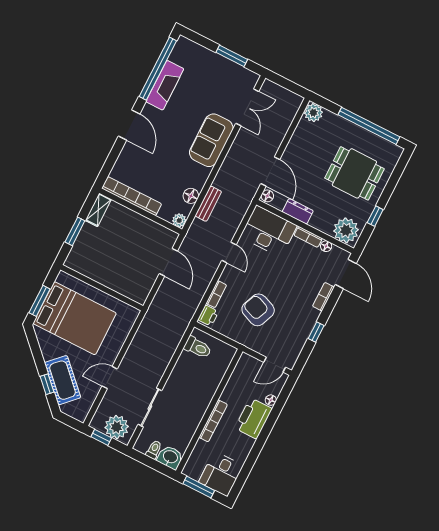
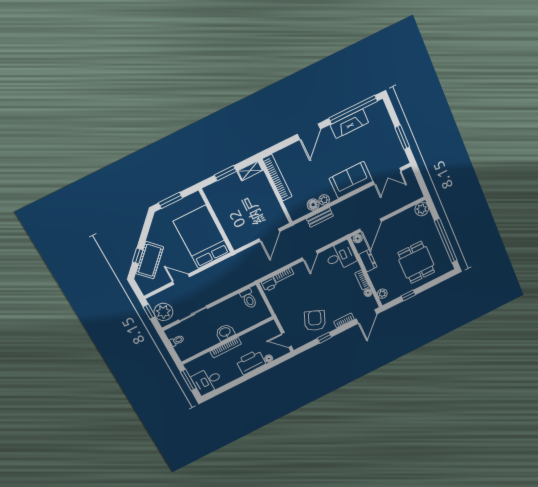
plant: (179, 220) -> (324, 200), moved
plant: (346, 230) -> (382, 294), width x0.53, depth x0.53
desk: (269, 231) -> (340, 256), width x0.73
armchair: (258, 310) -> (315, 321), moved
bed: (75, 318) -> (202, 237), moved, turned 180
washbasin: (170, 457) -> (225, 332), moved, turned -90

